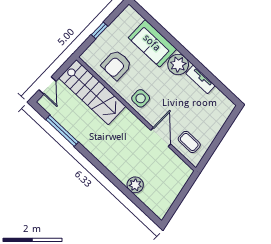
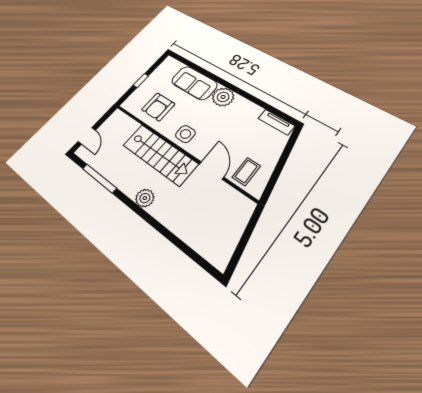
tv unit: (201, 79) -> (276, 122), moved
stairs: (92, 92) -> (160, 154), moved
coffee table: (189, 142) -> (246, 172), turned 90
plant: (135, 185) -> (145, 198), moved

